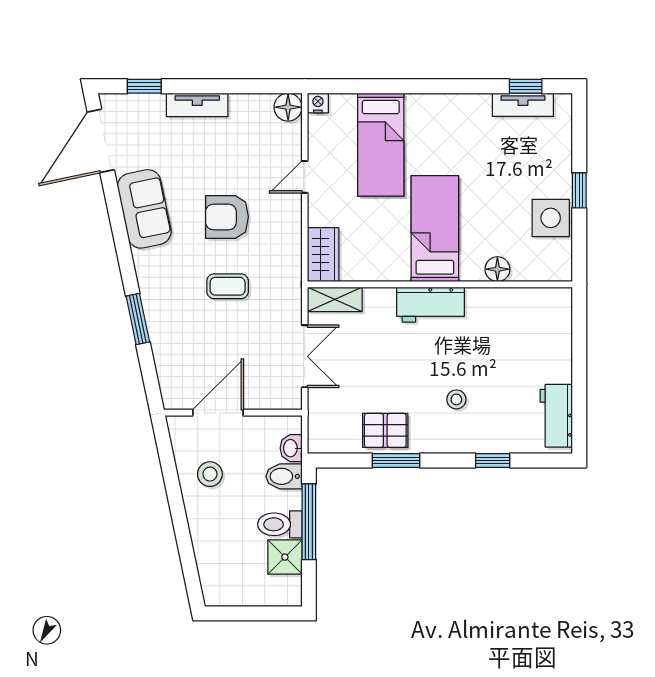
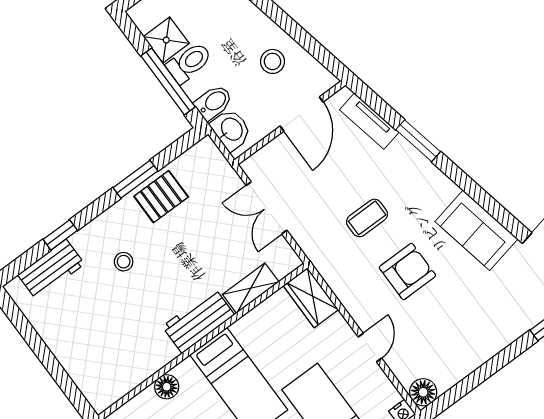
tv unit: (197, 105) -> (369, 121), moved, turned -102
shelving: (335, 299) -> (251, 288), moved
workbench: (556, 416) -> (51, 269), moved, turned 90
washbasin: (291, 448) -> (231, 130), width x1.38, depth x1.45

